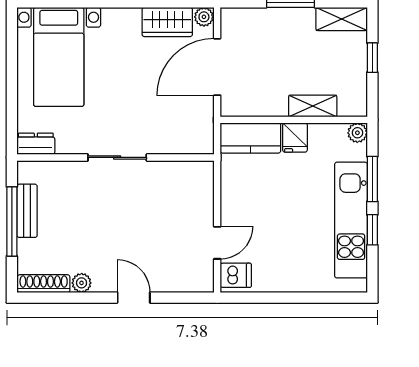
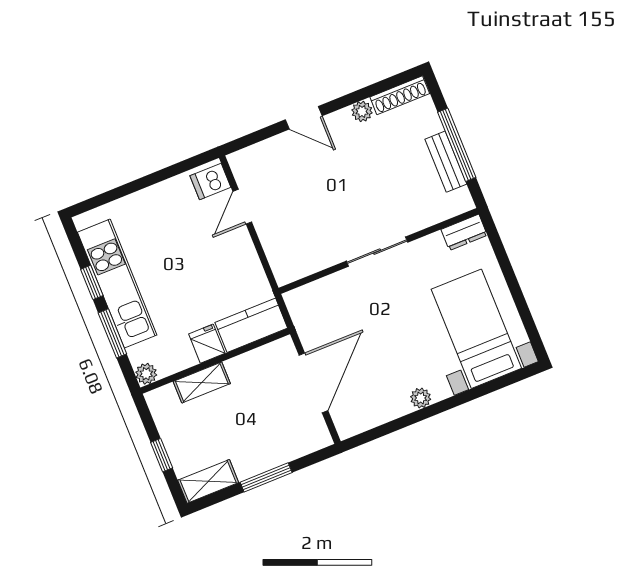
plant: (204, 17) -> (421, 398), moved
wardrobe: (167, 22) -> (382, 408), removed

